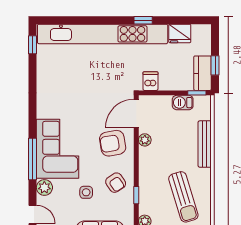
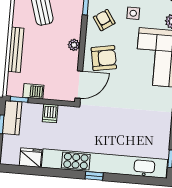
window: (143, 20) -> (94, 176), moved
dishwasher: (150, 81) -> (50, 113), moved
plant: (145, 140) -> (74, 45), moved

